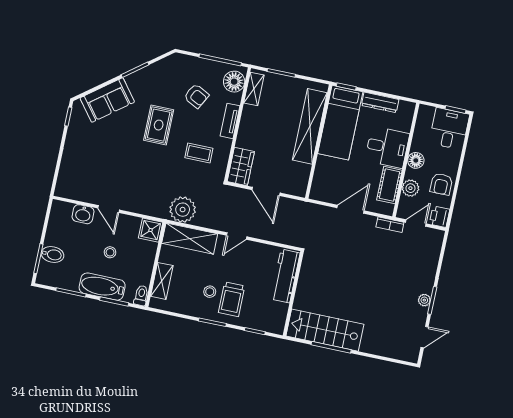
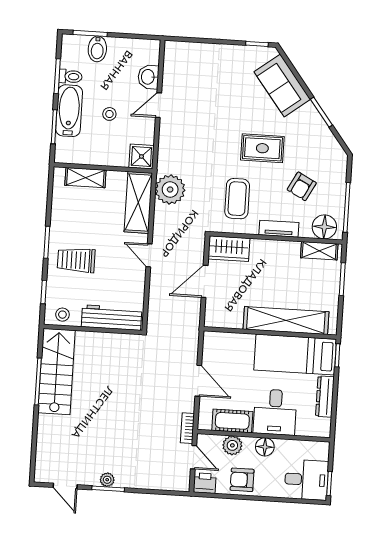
coffee table: (199, 153) -> (237, 199), width x1.36, depth x1.30
stool: (210, 292) -> (62, 315), moved
toilet: (141, 295) -> (70, 76), moved

